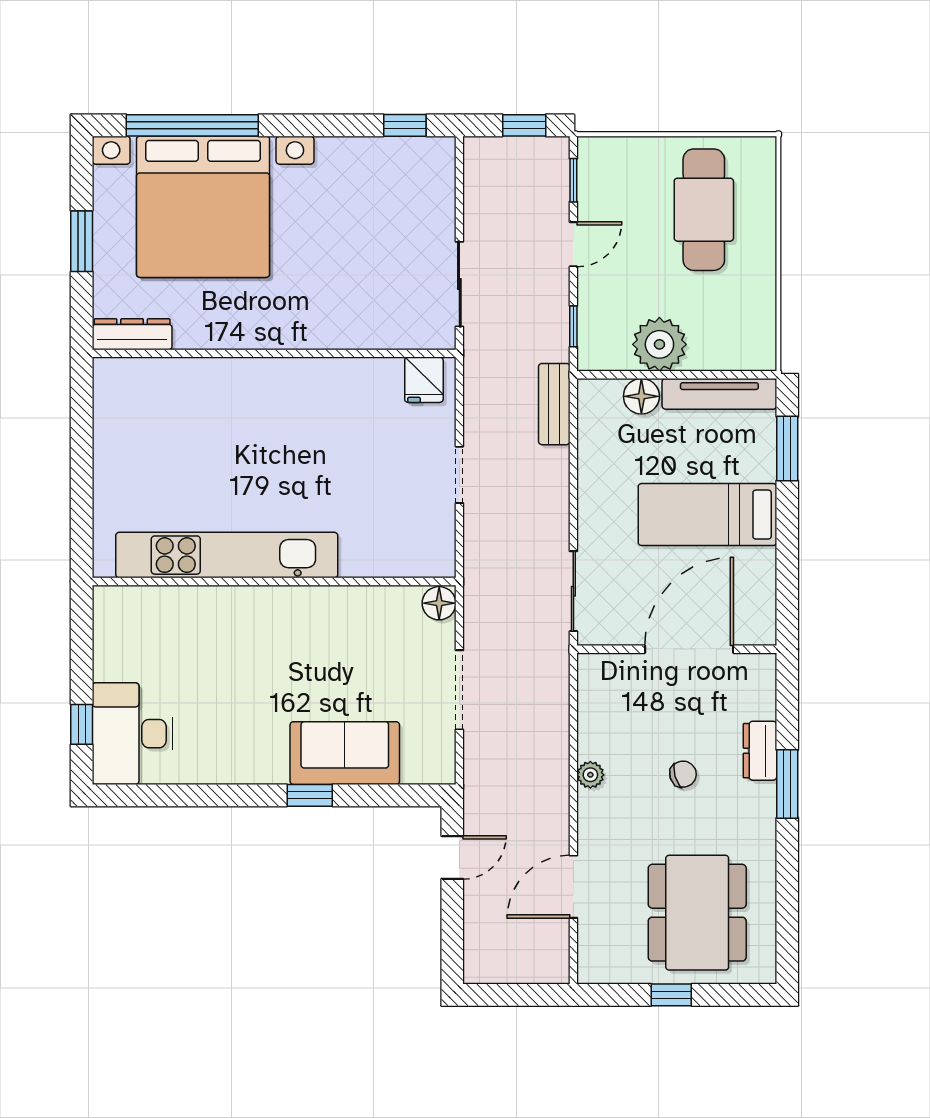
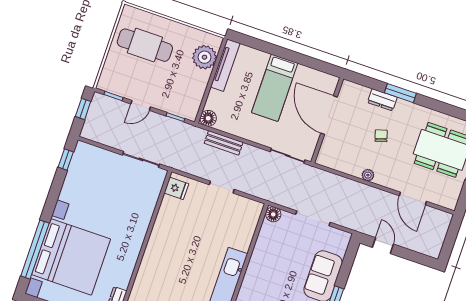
door: (573, 244) -> (141, 105), swing flipped
plant: (659, 344) -> (204, 57), moved
floor lamp: (641, 396) -> (208, 118), moved
bench: (554, 404) -> (224, 143), moved
window: (787, 449) -> (258, 44), removed

